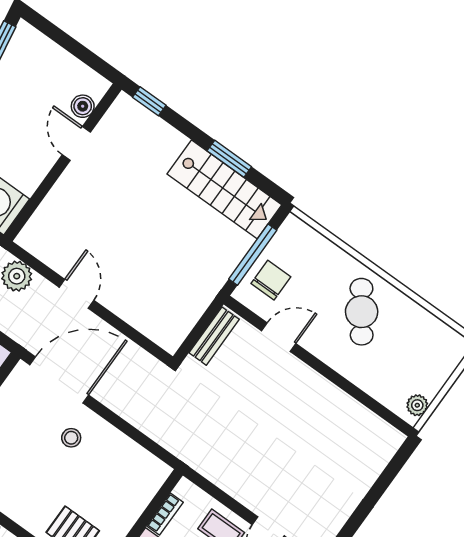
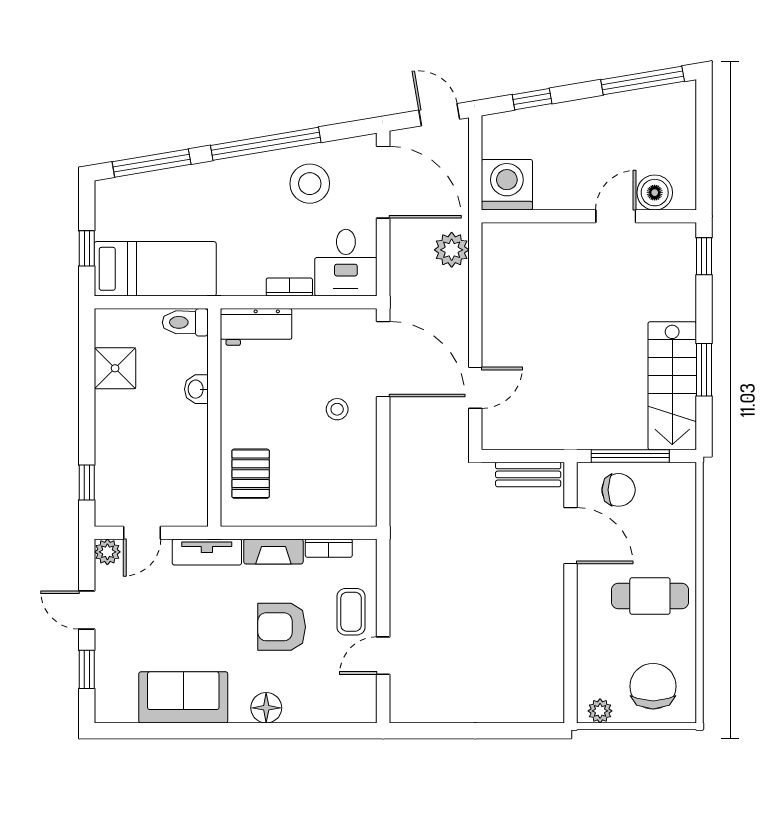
boiler: (83, 106) -> (655, 193), width x1.36, depth x1.36
door: (76, 294) -> (475, 388), moved
cafe table: (362, 312) -> (650, 596), turned 36
door: (279, 337) -> (570, 536), width x1.38
chair: (427, 355) -> (653, 686), added

